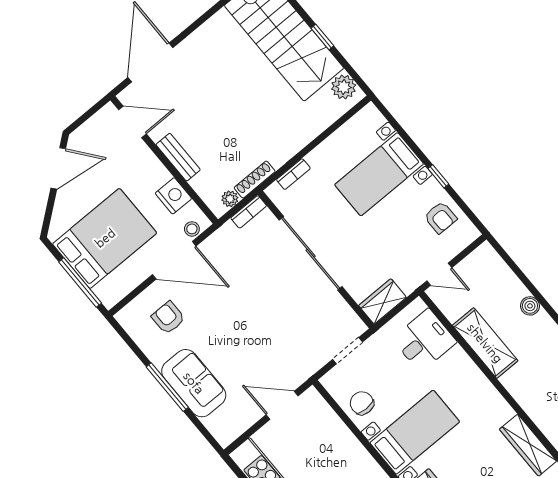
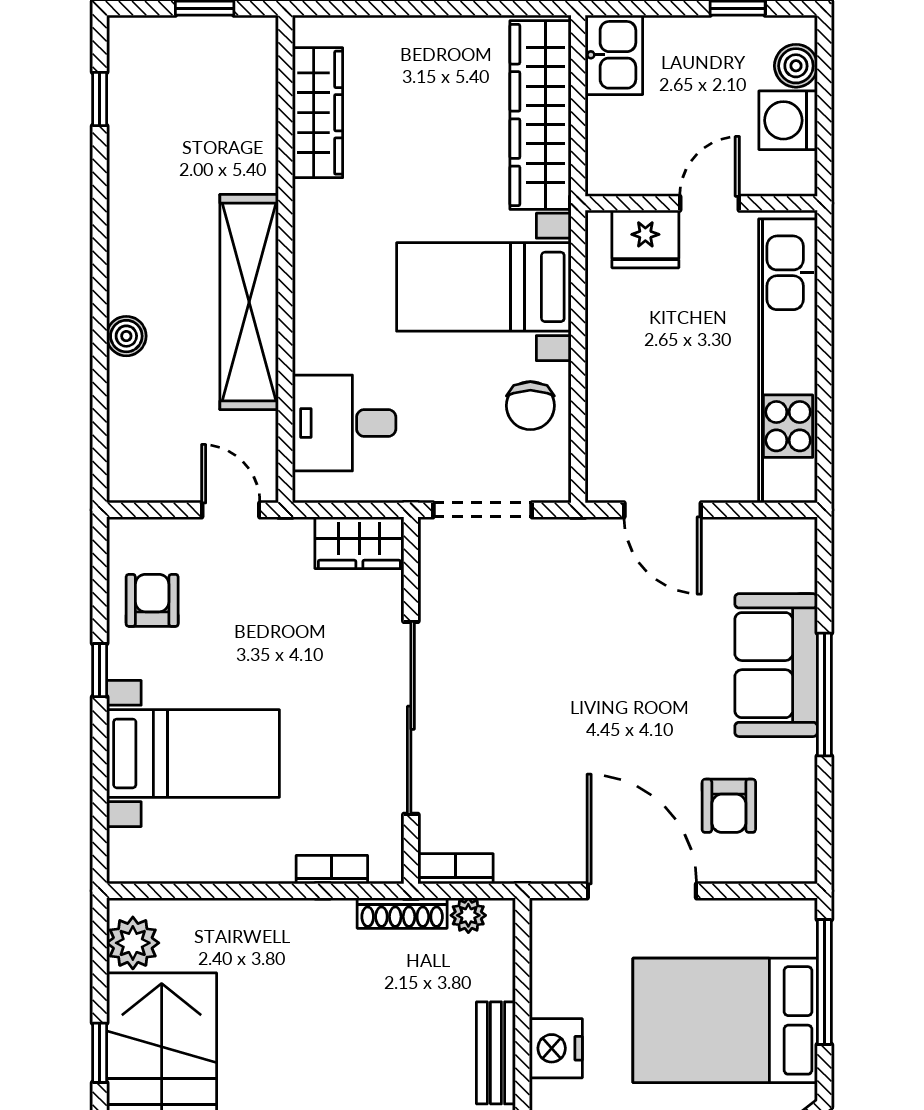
nightstand: (173, 196) -> (556, 1048), moved
stool: (192, 229) -> (571, 918), removed
shelving: (485, 343) -> (249, 302), width x1.47
doorway: (348, 351) -> (482, 510), width x1.38

